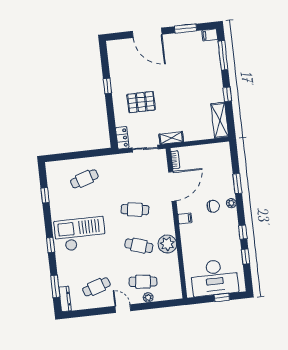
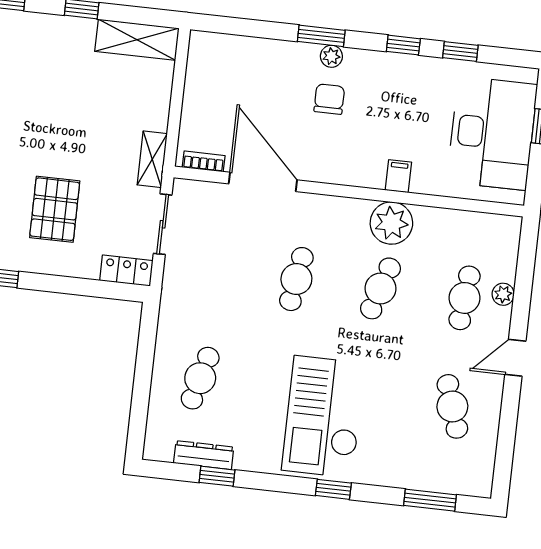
cafe table: (84, 179) -> (200, 378), turned 33
window: (237, 184) -> (321, 36), moved
filing cabinet: (185, 218) -> (398, 176), moved
dresser: (65, 299) -> (204, 455), moved

